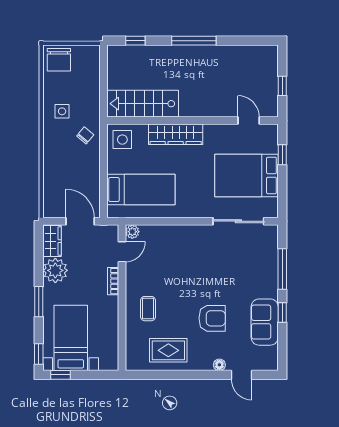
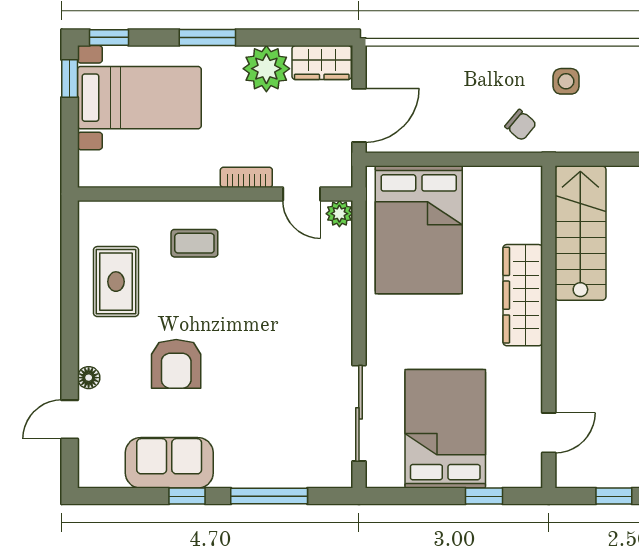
side table: (122, 140) -> (513, 195), removed
bed: (141, 189) -> (419, 230), width x1.50

